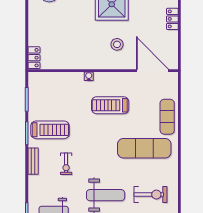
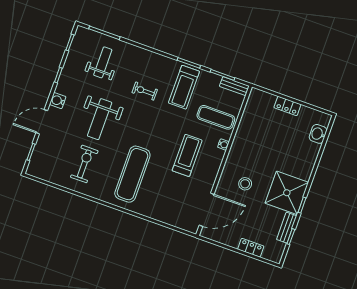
locker: (34, 58) -> (287, 106), moved
exercise mat: (167, 117) -> (216, 117), moved
bench: (33, 161) -> (234, 86), moved
exercise bike: (150, 195) -> (84, 164), turned 180

